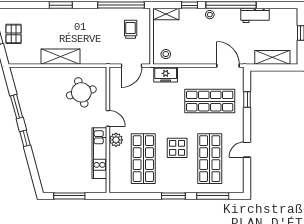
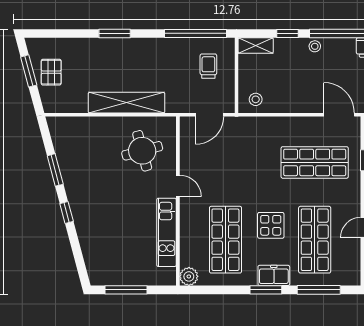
shelving: (61, 57) -> (127, 103), width x1.47
freezer: (166, 74) -> (274, 275), moved, turned 180
plant: (116, 140) -> (189, 276), moved

